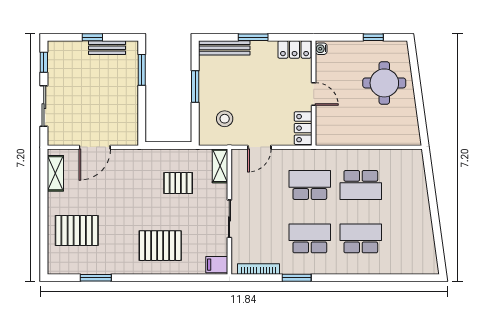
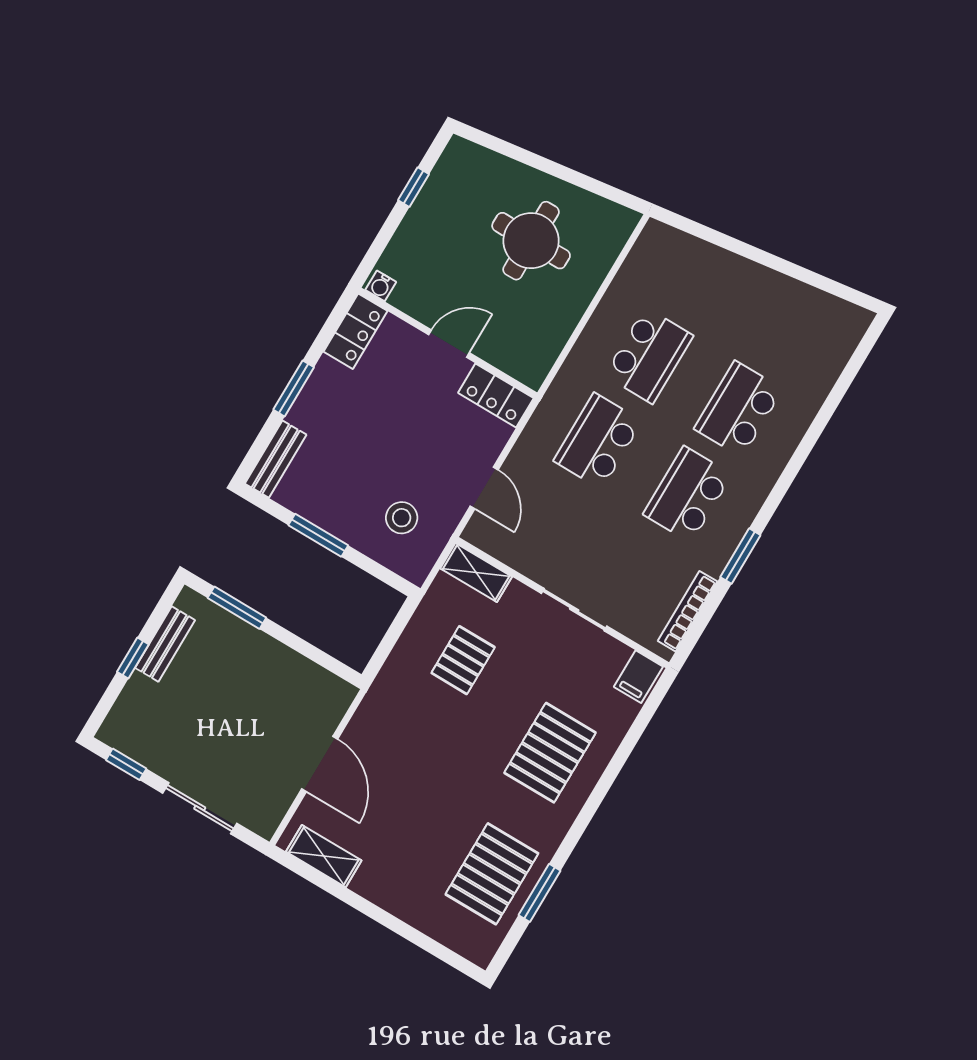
bench: (224, 48) -> (276, 459), width x0.73
round table: (384, 83) -> (531, 241), moved
pallet: (77, 231) -> (492, 874), moved

